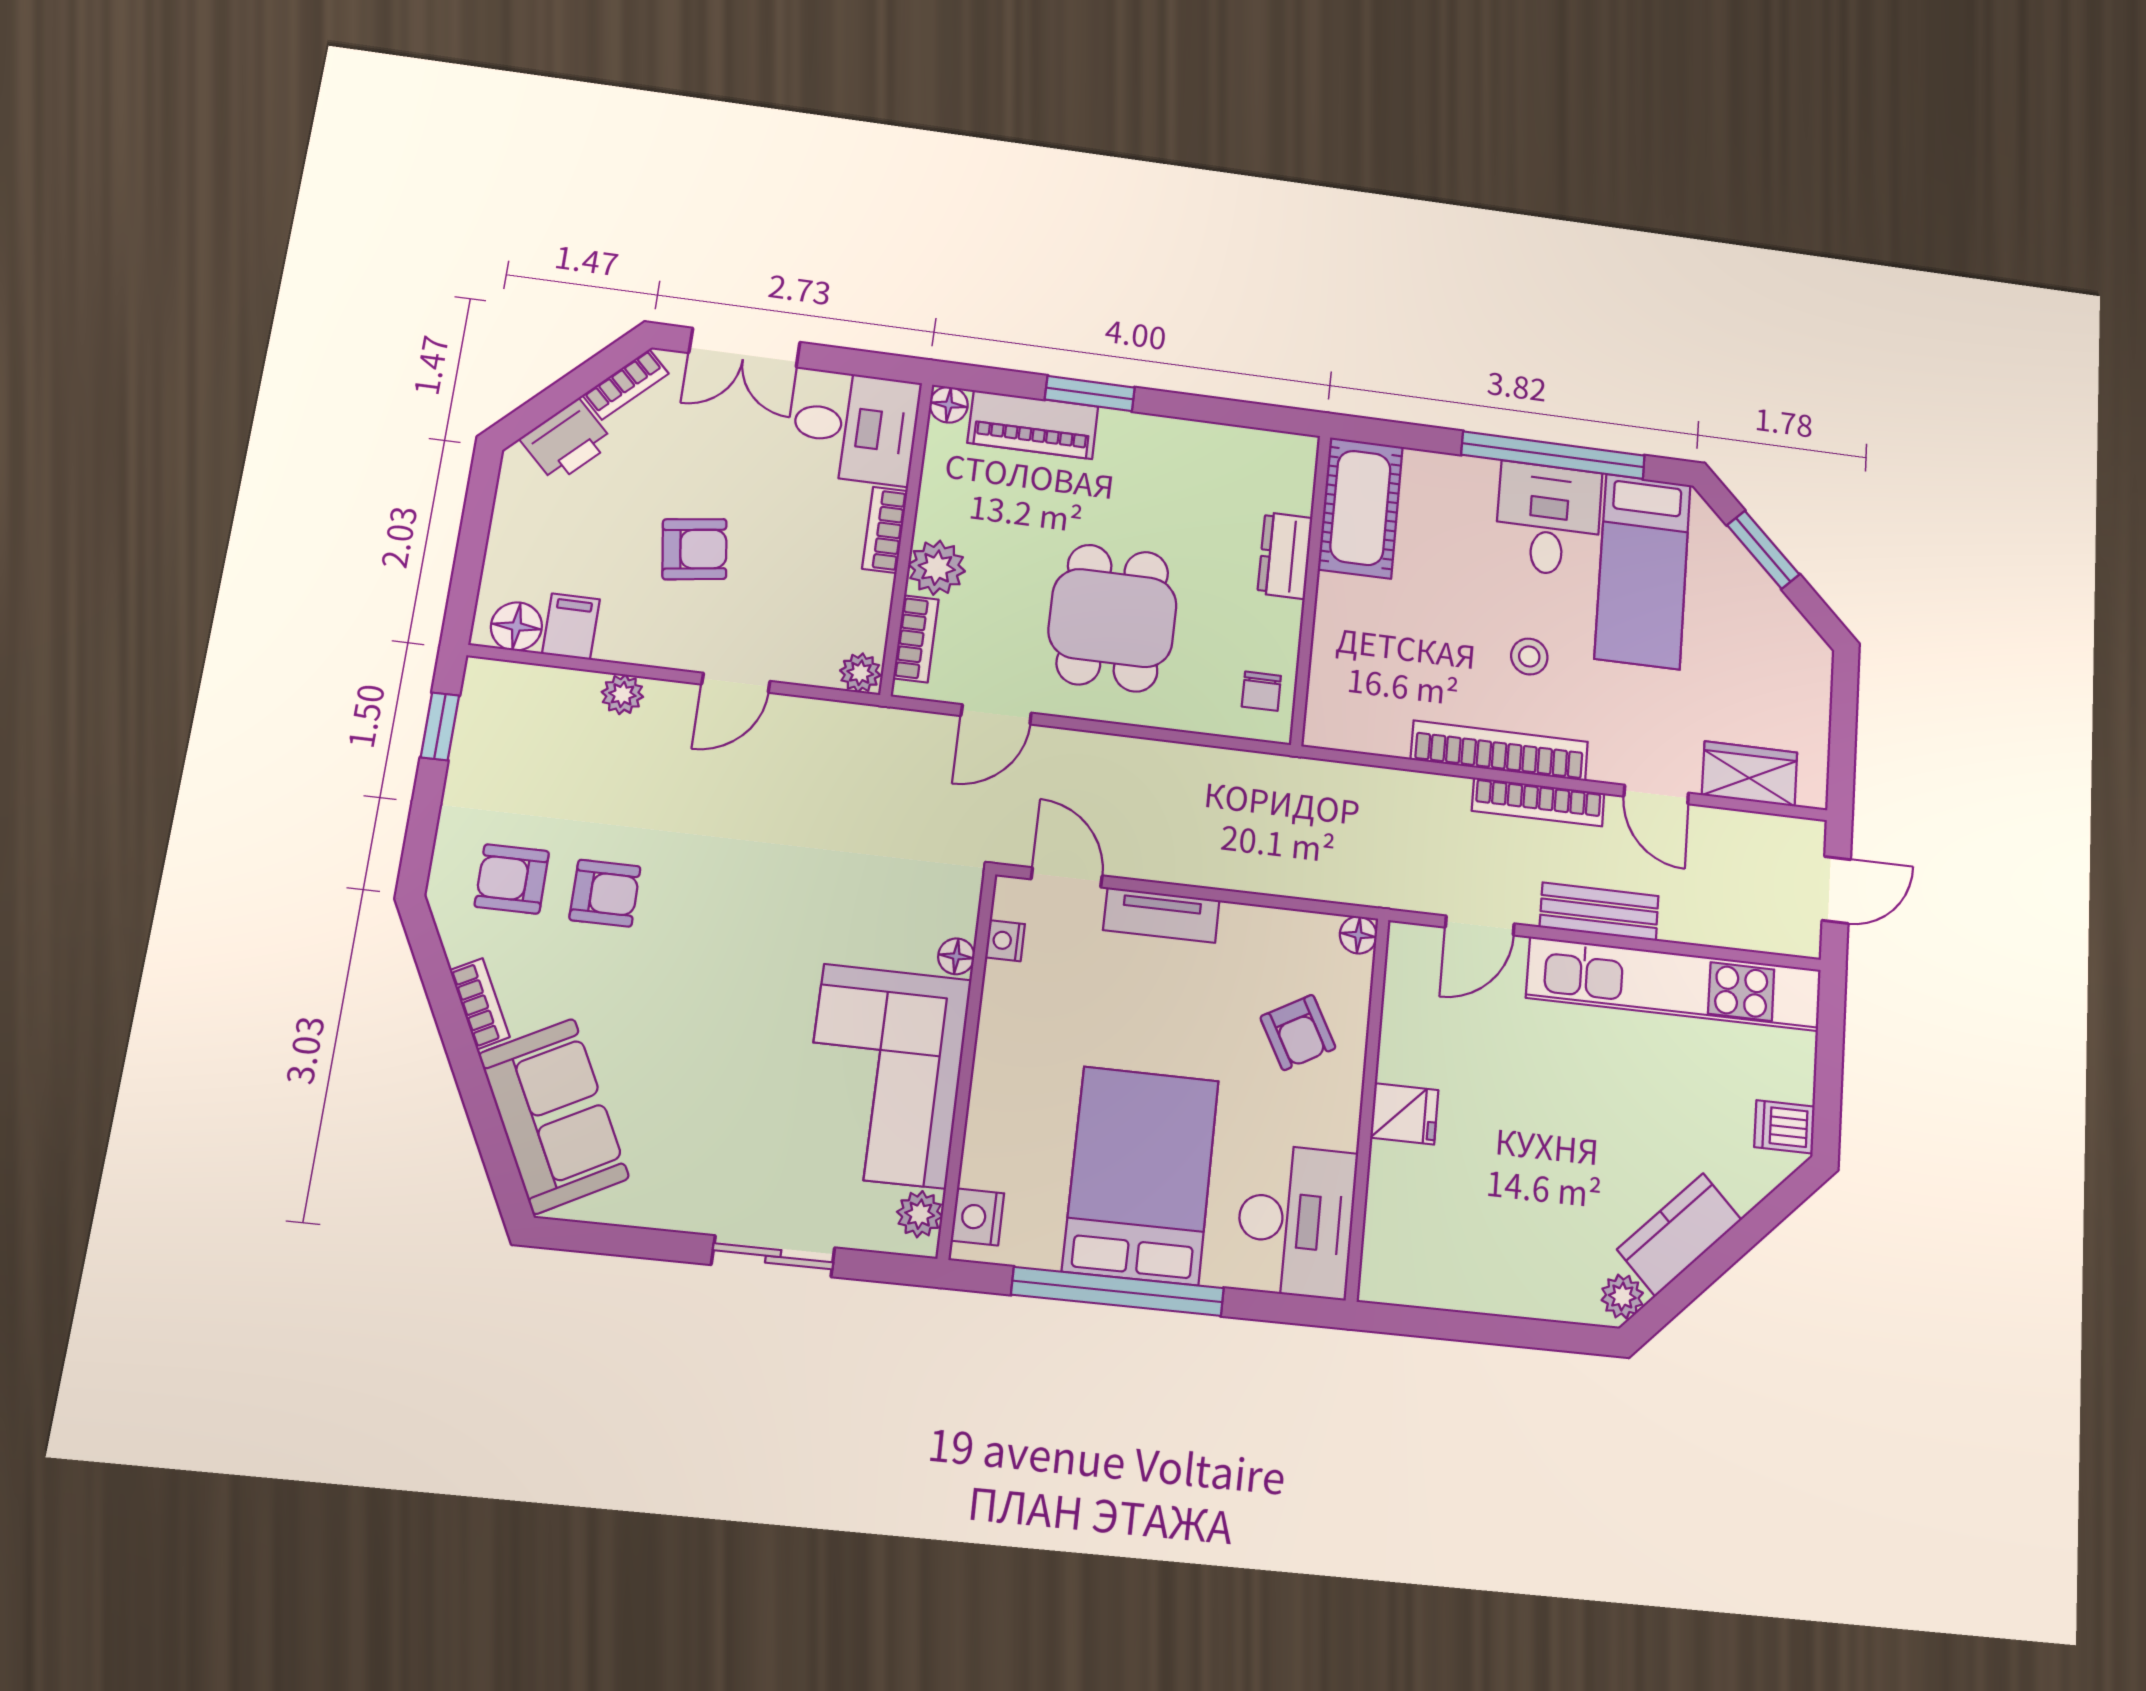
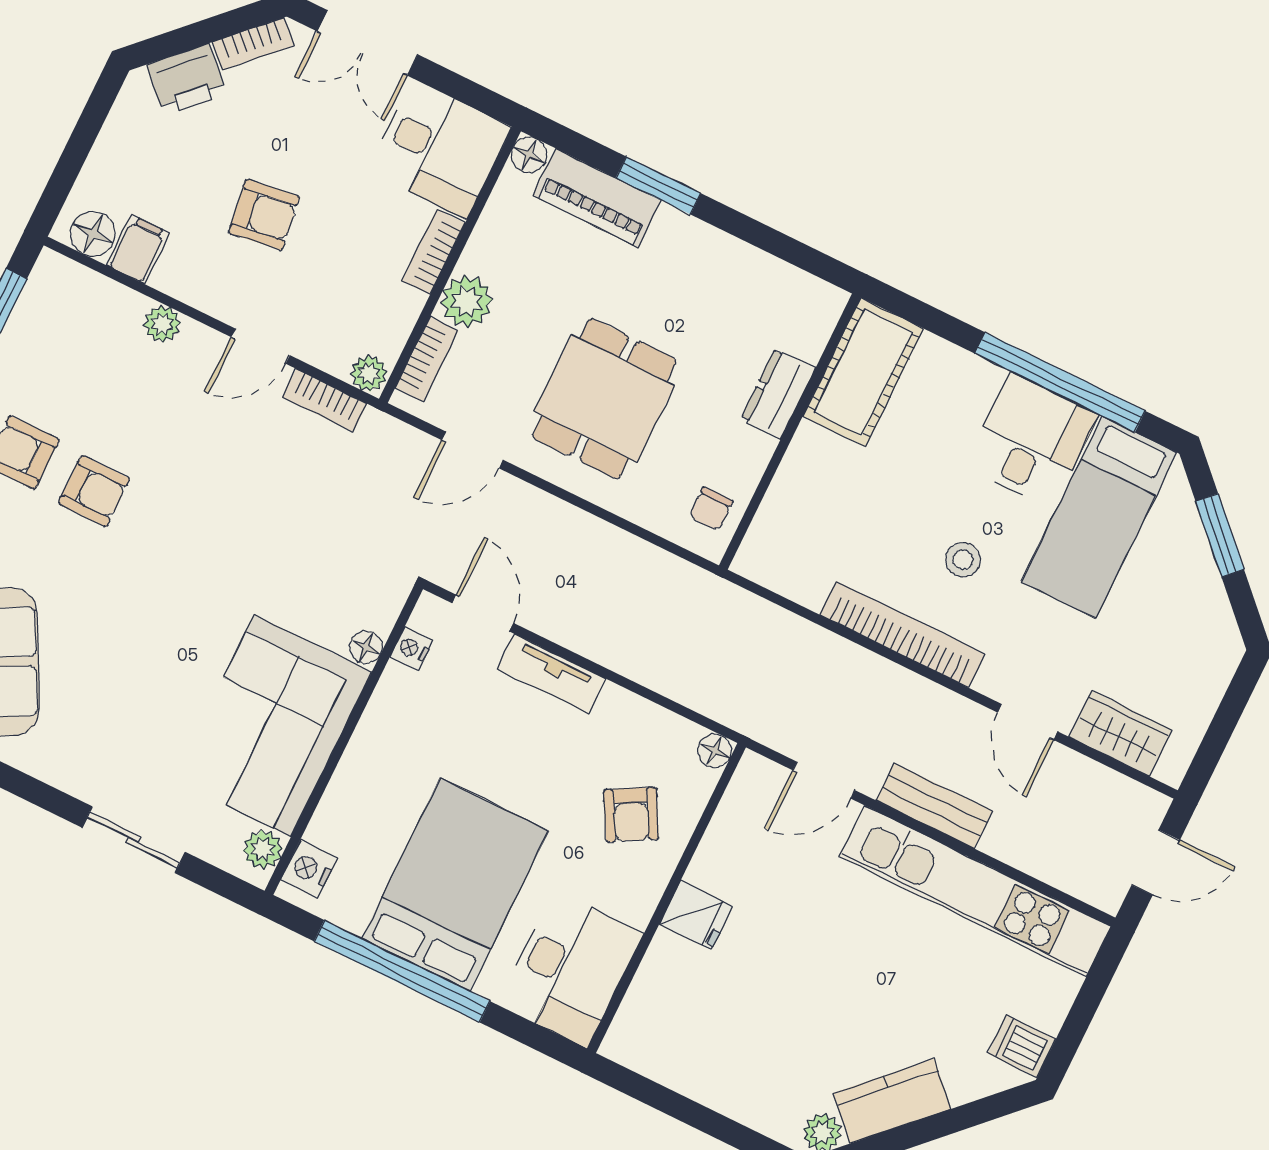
bookcase: (1538, 802) -> (325, 400), moved, width x0.64

